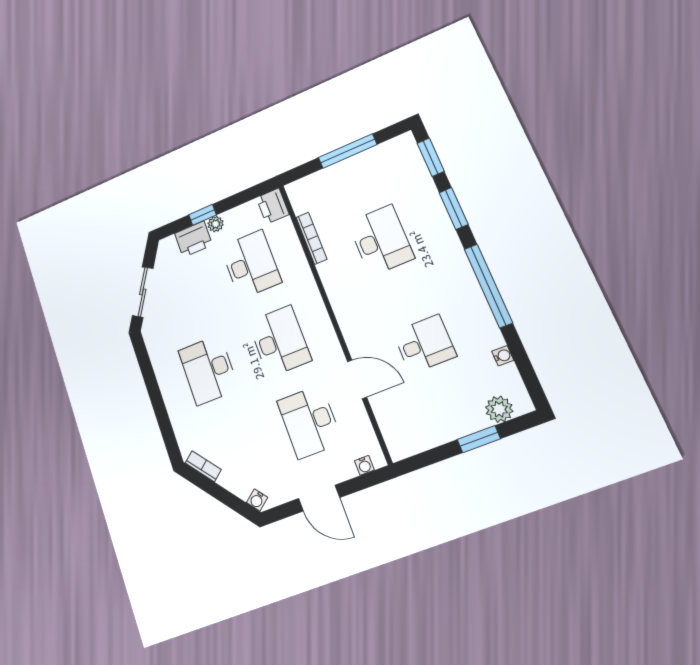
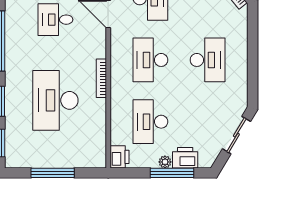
window: (203, 215) -> (172, 173), width x2.17
bookcase: (311, 238) -> (101, 78), moved
desk: (381, 240) -> (55, 100), width x1.36, depth x1.30

